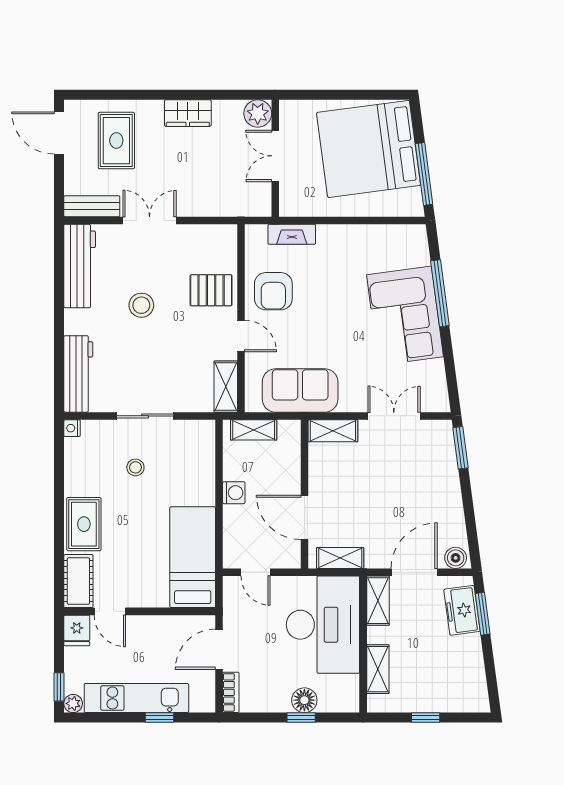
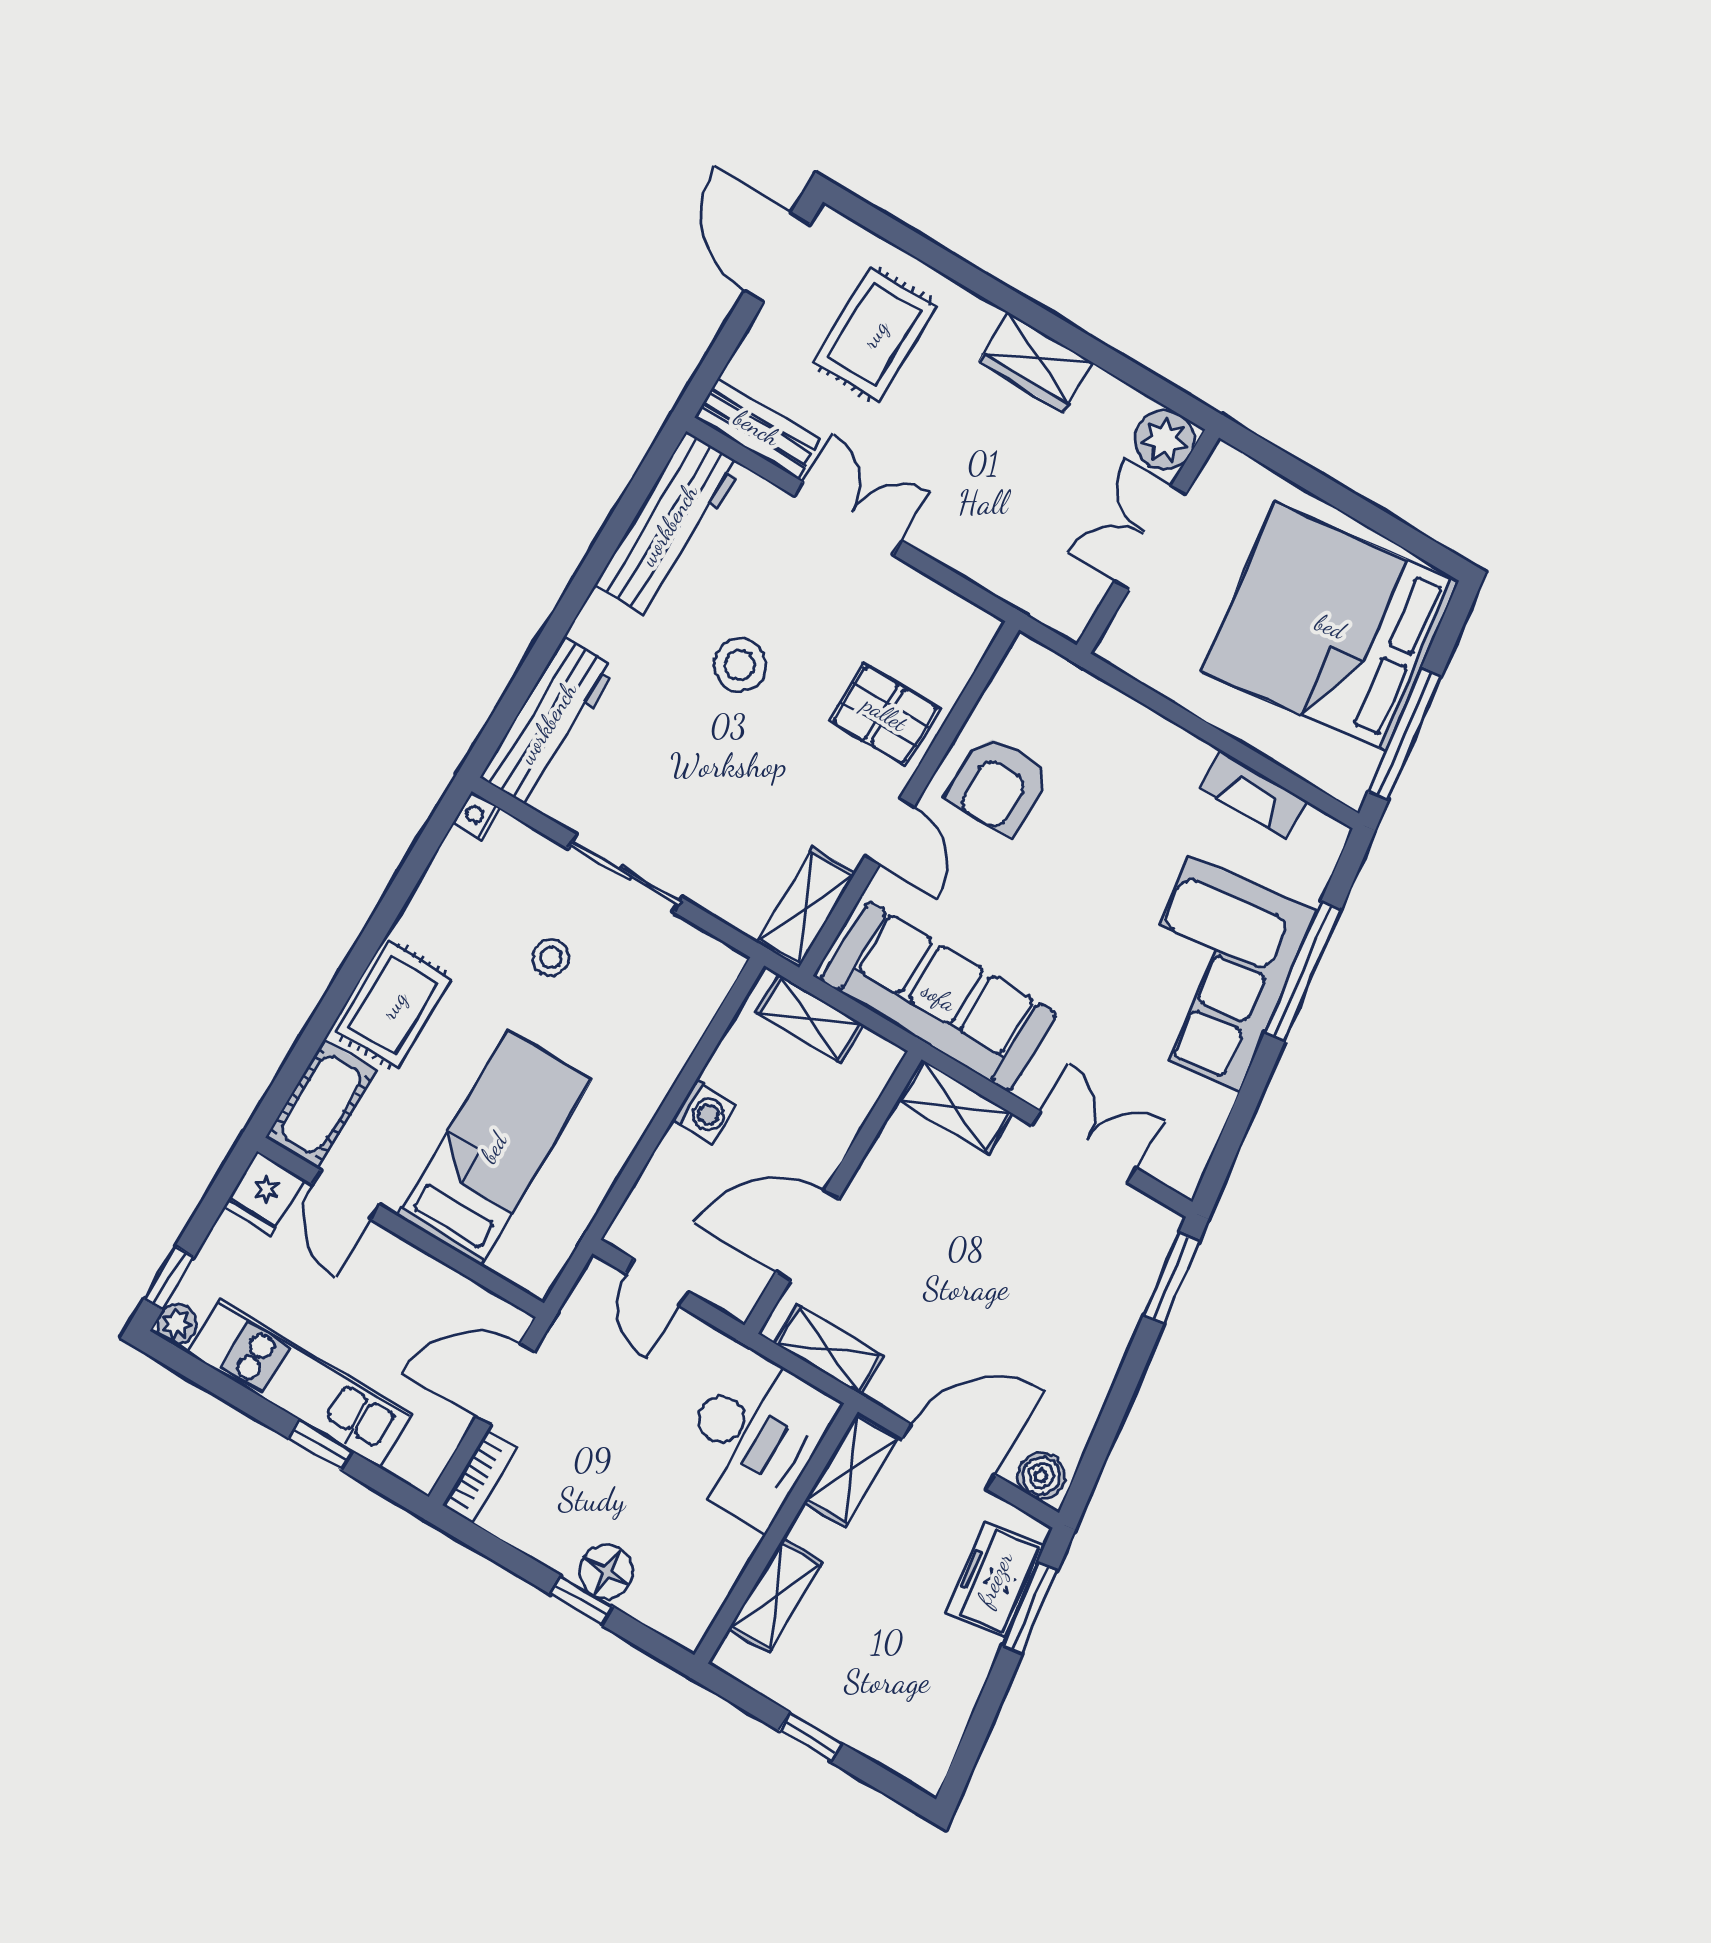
fireplace: (292, 234) -> (1253, 794), moved
sofa: (300, 390) -> (939, 997), width x1.36
door: (305, 517) -> (807, 1235), hinge flipped
bed: (193, 557) -> (494, 1148), moved
desk: (323, 625) -> (753, 1438), width x0.73, depth x0.77

